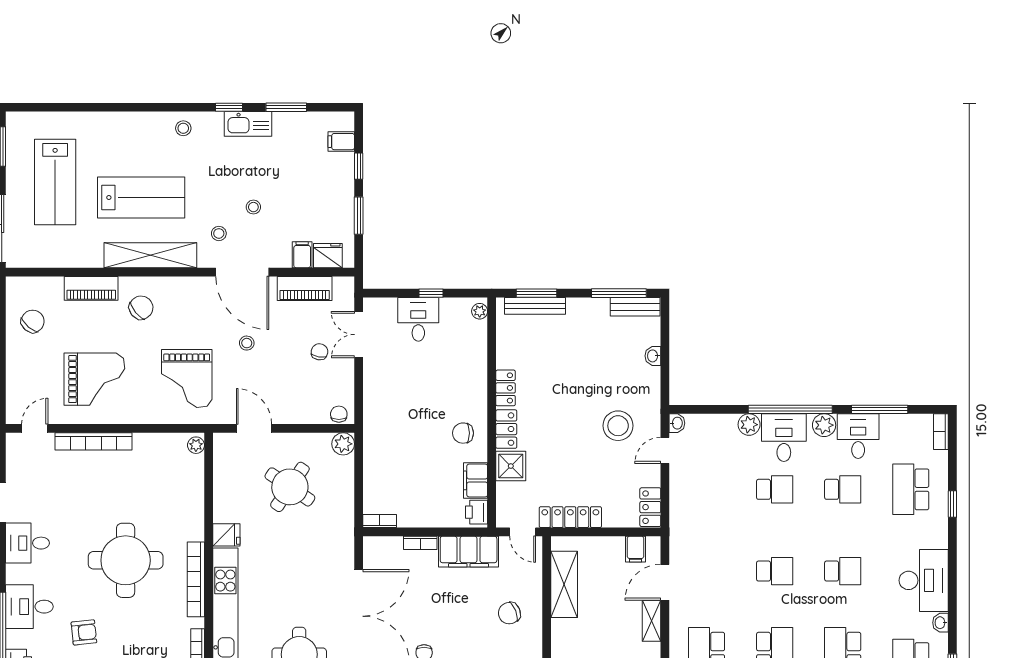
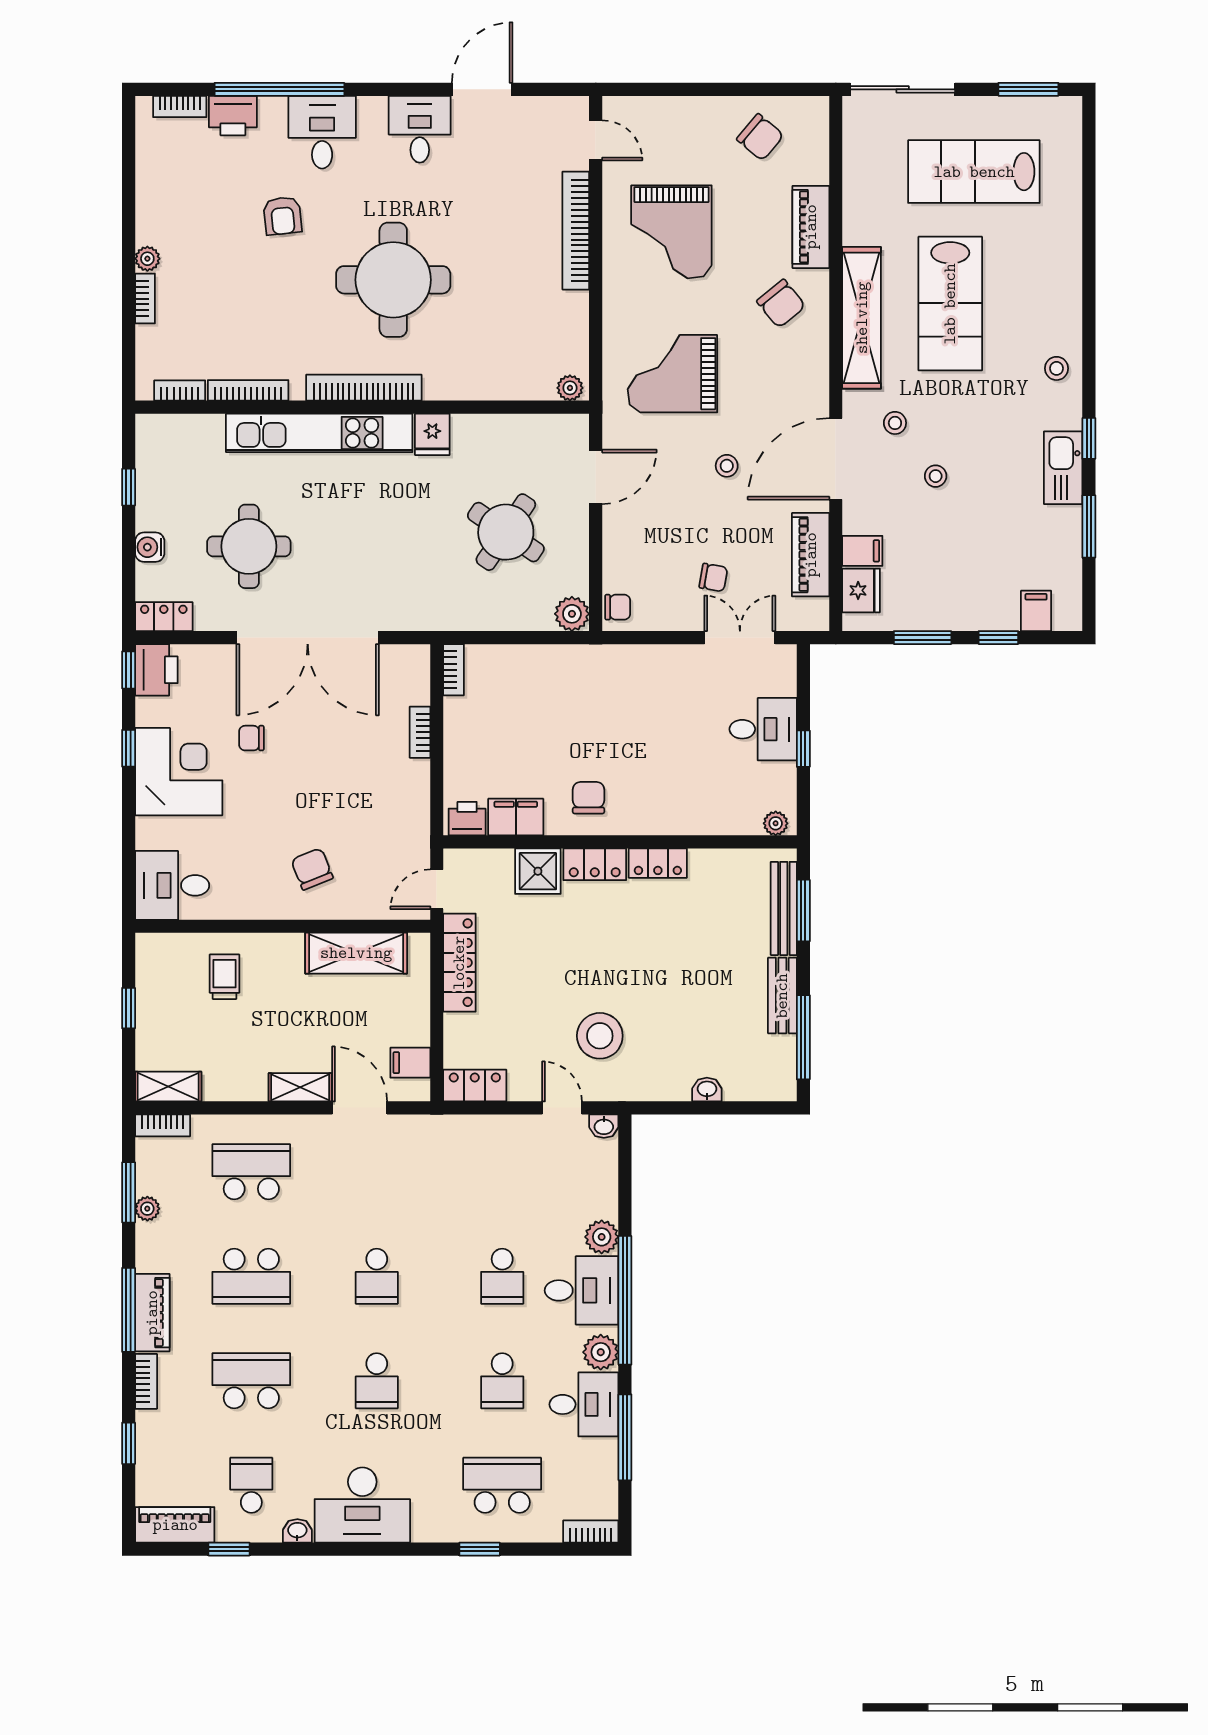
bench: (635, 307) -> (782, 996), moved
filing cabinet: (469, 552) -> (406, 806), removed

